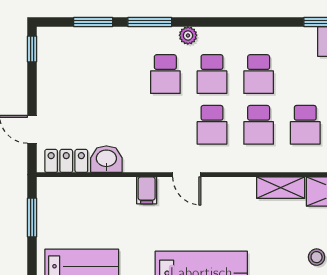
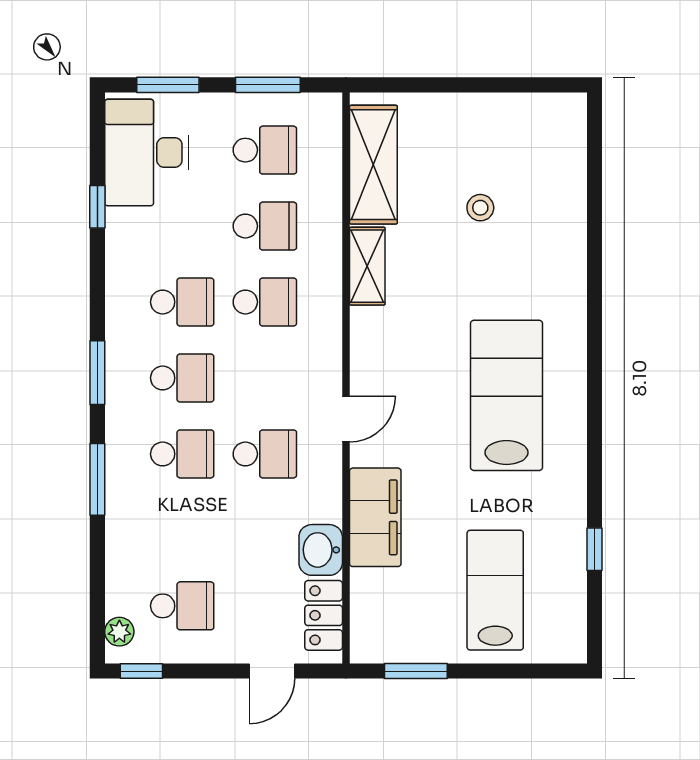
window: (93, 22) -> (97, 373), moved
plant: (188, 35) -> (119, 632), moved
school desk: (72, 74) -> (182, 606), added
school desk: (212, 125) -> (265, 454), moved
filing cabinet: (147, 190) -> (375, 517), width x3.00, depth x1.17

